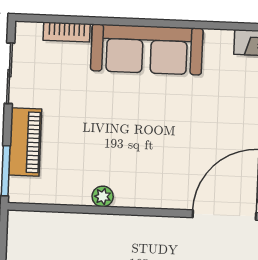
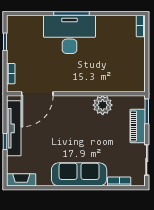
plant: (103, 196) -> (103, 105), width x1.88, depth x1.88

